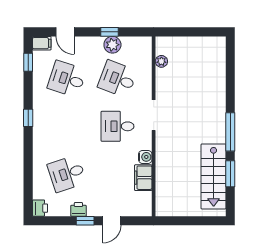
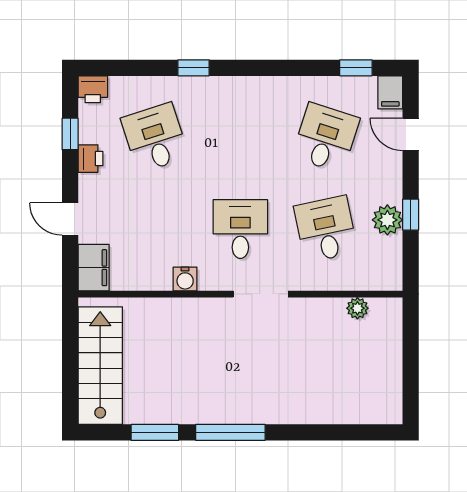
door: (65, 32) -> (411, 134), hinge flipped
desk: (118, 79) -> (326, 229), turned -33
window: (28, 118) -> (194, 68), moved
stairs: (214, 176) -> (100, 366), moved, turned 90
filing cabinet: (143, 178) -> (94, 268), moved, turned 90
window: (85, 221) -> (70, 134), moved

